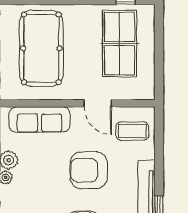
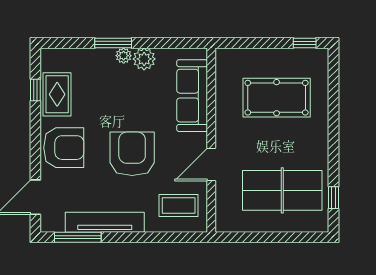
pool table: (41, 48) -> (277, 98), width x0.73, depth x0.76
coffee table: (132, 131) -> (179, 205), turned 90

